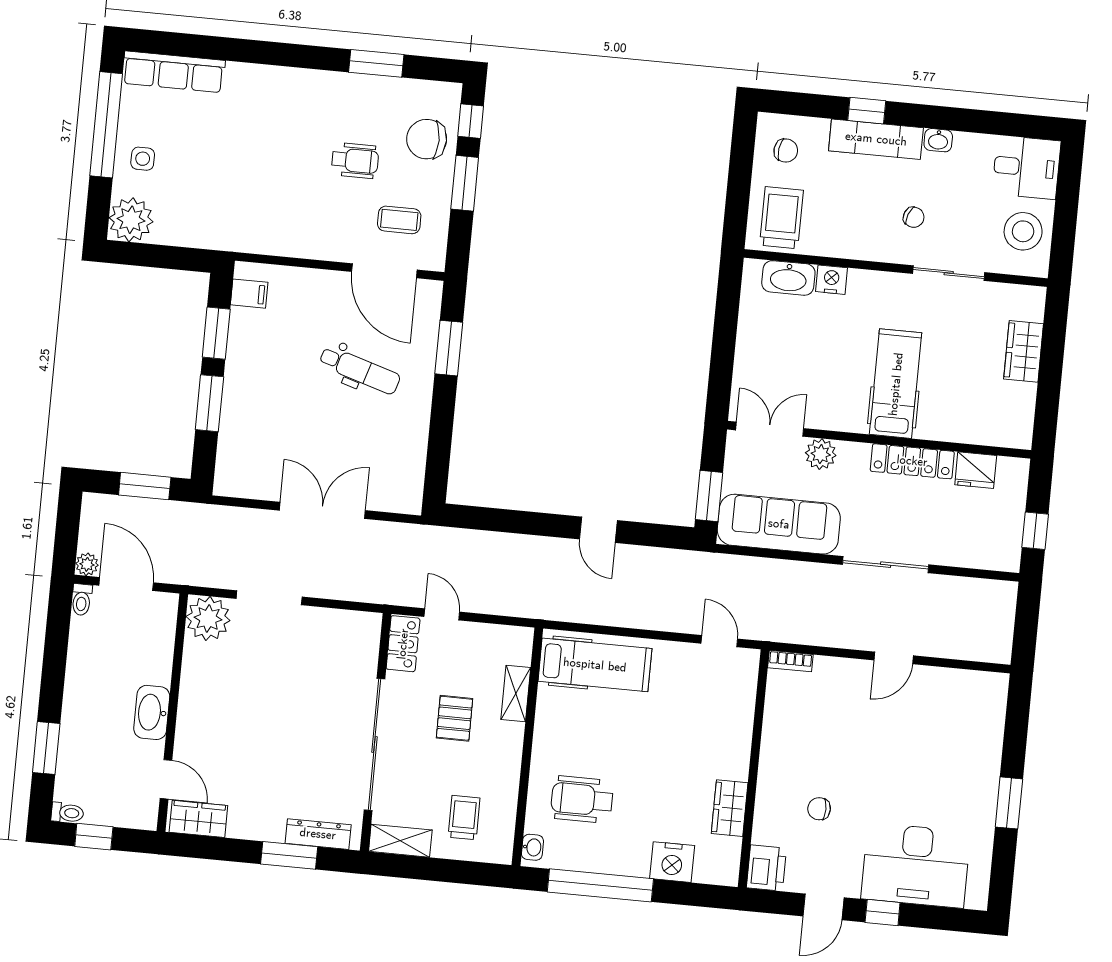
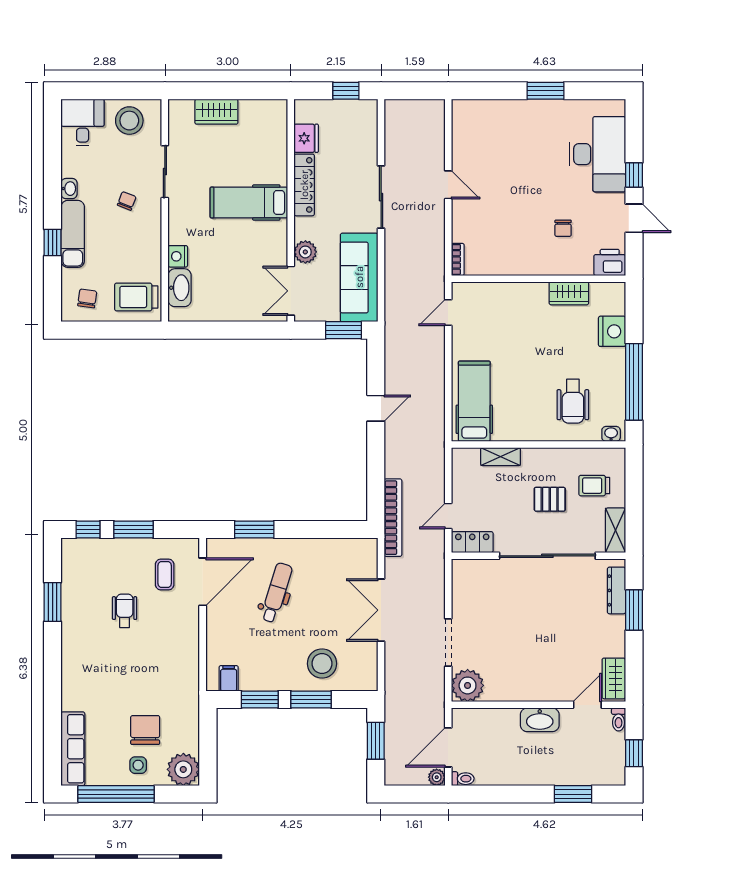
chair: (427, 139) -> (145, 730), moved, turned 180
stool: (257, 423) -> (322, 664), added
bookcase: (447, 539) -> (393, 518), added
pallet: (455, 718) -> (550, 499), moved
toilet: (67, 813) -> (619, 719), moved, turned 180

